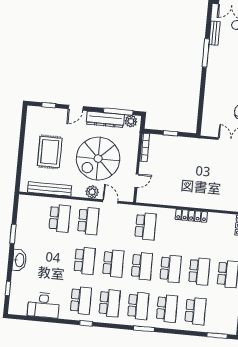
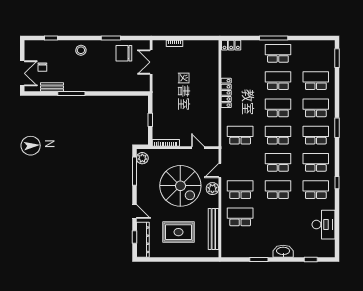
dresser: (105, 119) -> (143, 240), moved

